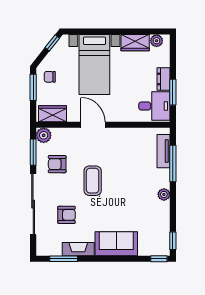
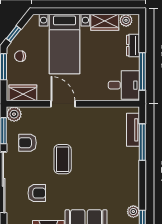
window: (52, 43) -> (14, 34), moved
dresser: (164, 79) -> (133, 45), moved
window: (173, 92) -> (142, 71), width x1.44
plant: (164, 194) -> (133, 212), moved

